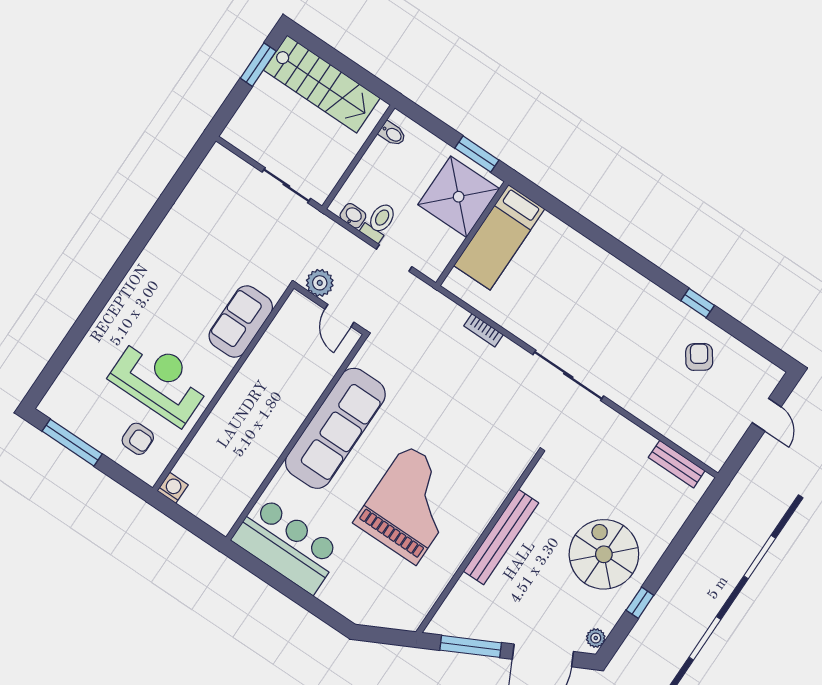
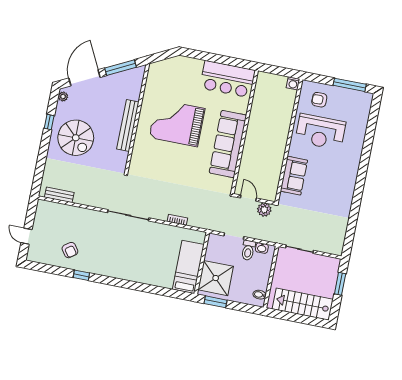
window: (258, 65) -> (340, 284), moved
grand piano: (411, 504) -> (177, 123), turned 90

